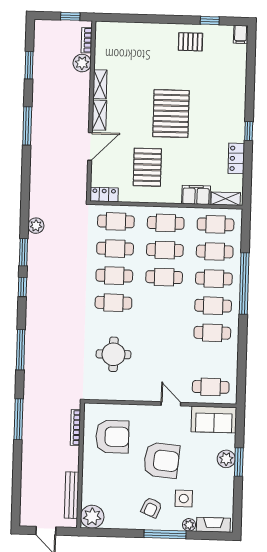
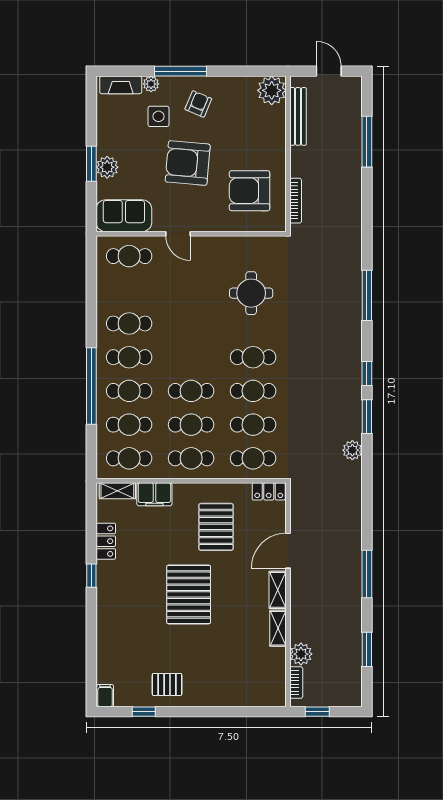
window: (18, 419) -> (367, 142), moved

